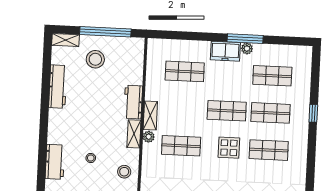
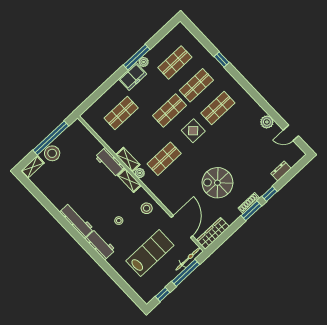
stool: (95, 59) -> (52, 153), moved
workbench: (58, 87) -> (77, 221), moved

